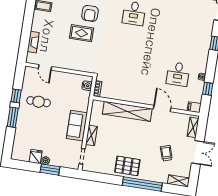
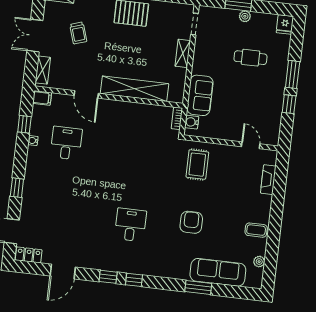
rug: (81, 33) -> (197, 165), moved, turned 90
cafe table: (39, 102) -> (250, 58), moved
sofa: (77, 126) -> (200, 95), moved
fridge: (36, 156) -> (285, 24), moved

